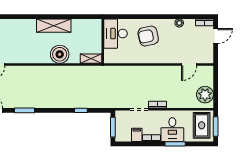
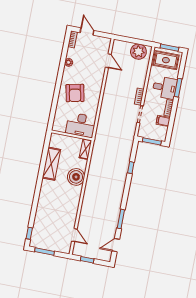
shelving: (54, 26) -> (51, 164), moved
desk: (116, 34) -> (81, 125), moved

